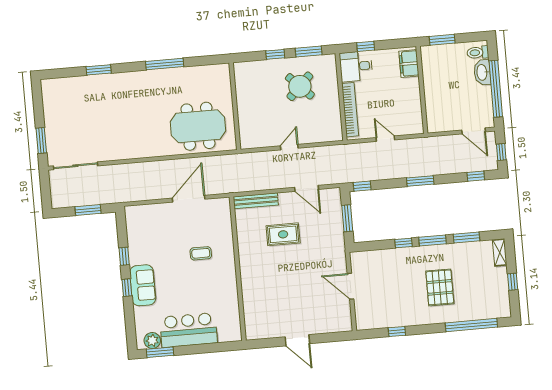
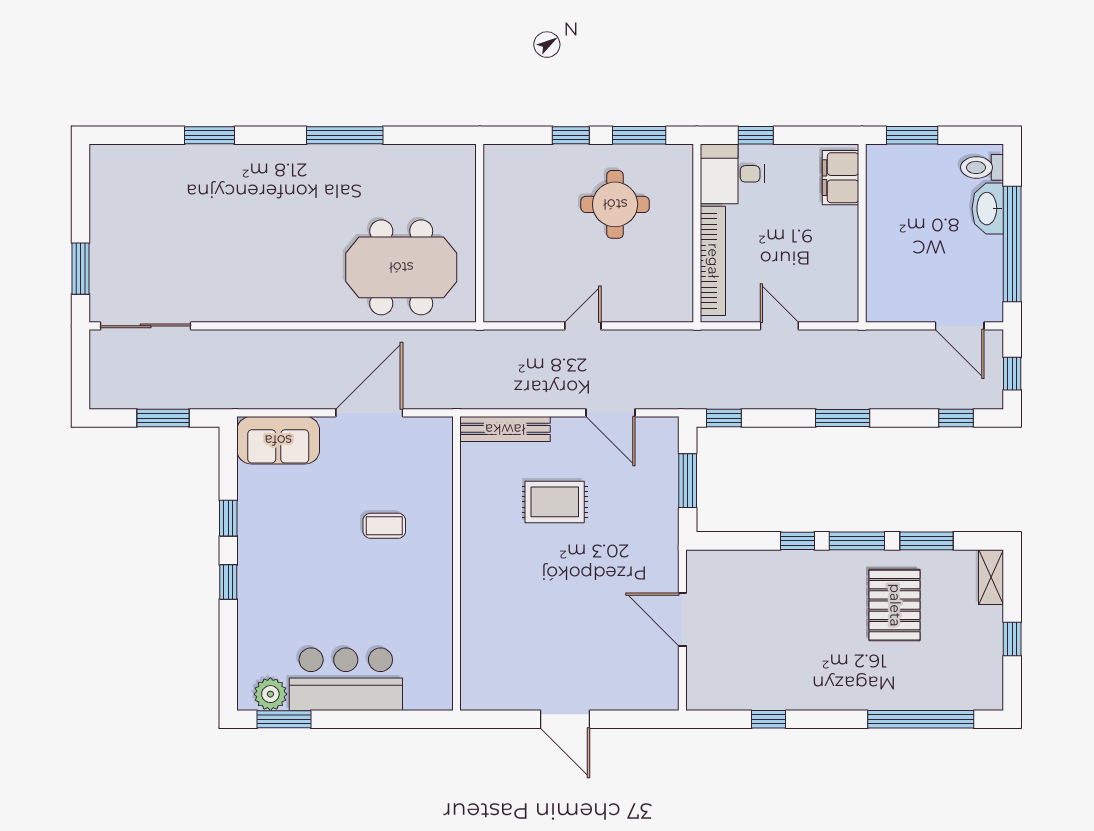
round table: (300, 86) -> (615, 204), turned 45
sofa: (143, 285) -> (278, 440), moved, turned 90
pallet: (440, 287) -> (895, 605), moved

